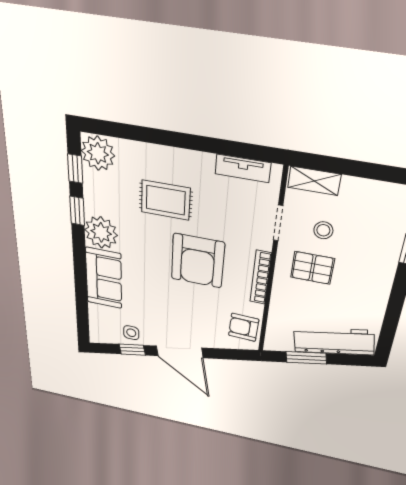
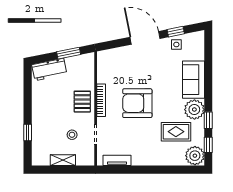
shelving: (314, 181) -> (63, 160), moved
rug: (166, 200) -> (176, 132), moved
armchair: (198, 261) -> (137, 103), turned -90
pallet: (312, 268) -> (82, 102), moved, turned 90
armchair: (244, 327) -> (107, 65), removed
workbench: (334, 341) -> (49, 70), width x0.73

